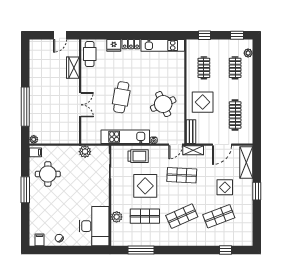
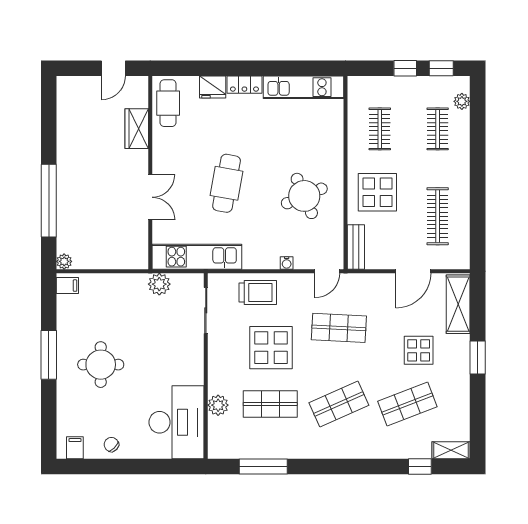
window: (205, 35) -> (405, 68), moved
kitchen unit: (125, 137) -> (197, 257), moved
shelving: (193, 150) -> (451, 450), moved
round table: (48, 174) -> (101, 365), moved

